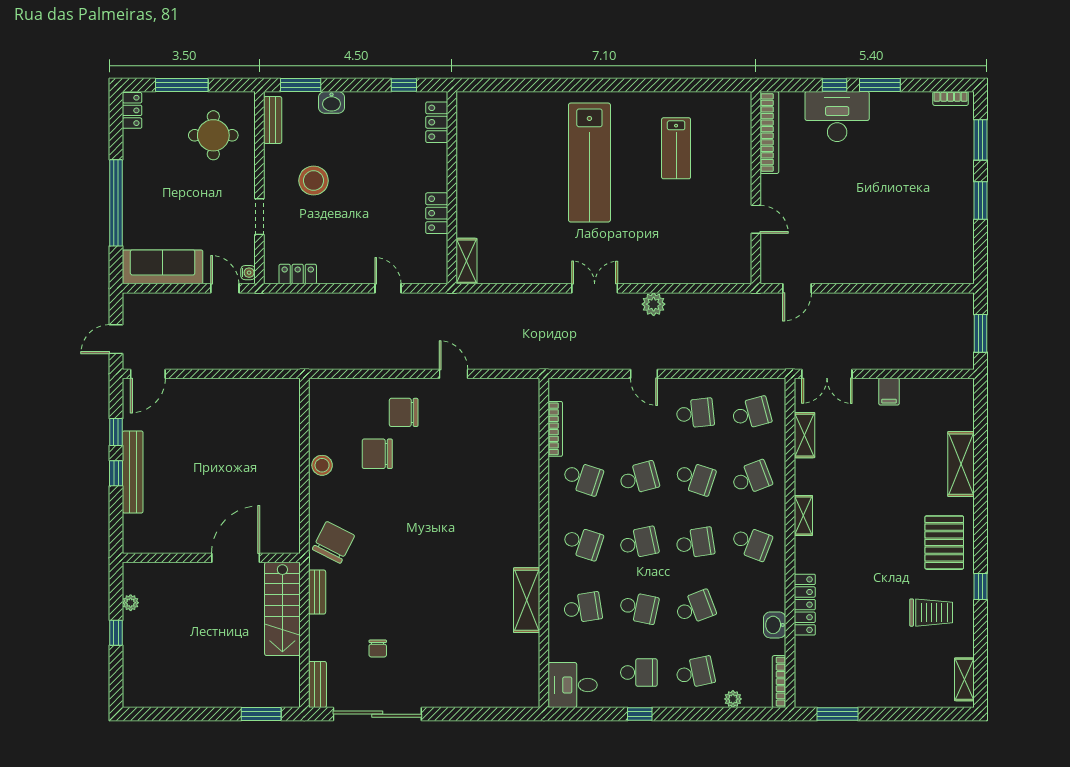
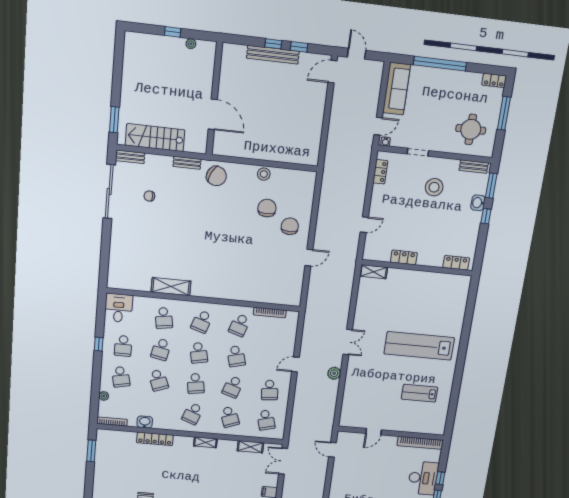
window: (404, 85) -> (486, 216), moved
door: (148, 374) -> (333, 72), hinge flipped
stairs: (282, 609) -> (155, 138), moved

